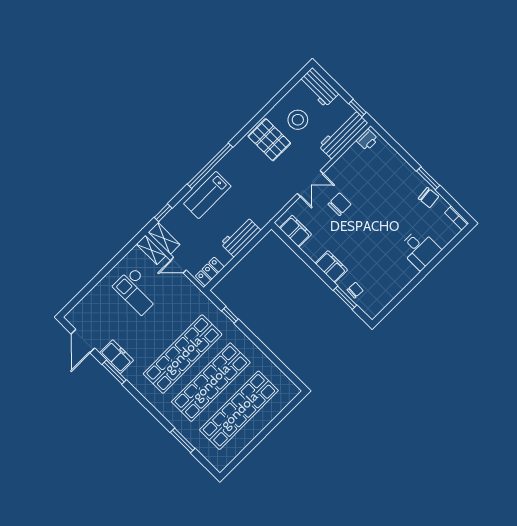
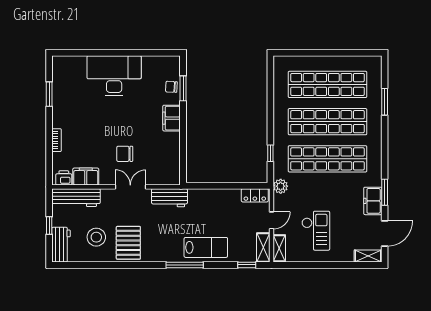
window: (357, 108) -> (49, 226), moved
window: (210, 166) -> (185, 265), width x0.68
window: (428, 178) -> (49, 94), moved
chair: (428, 198) -> (62, 99), removed
bookcase: (457, 218) -> (57, 140), moved
filing cabinet: (295, 231) -> (86, 177), moved, turned 90
workbench: (241, 237) -> (169, 198), moved
desk: (420, 249) -> (114, 76), width x1.87, depth x1.30
door: (178, 265) -> (271, 220), hinge flipped
plant: (197, 298) -> (281, 186), added
shelving: (78, 311) -> (368, 256), added

